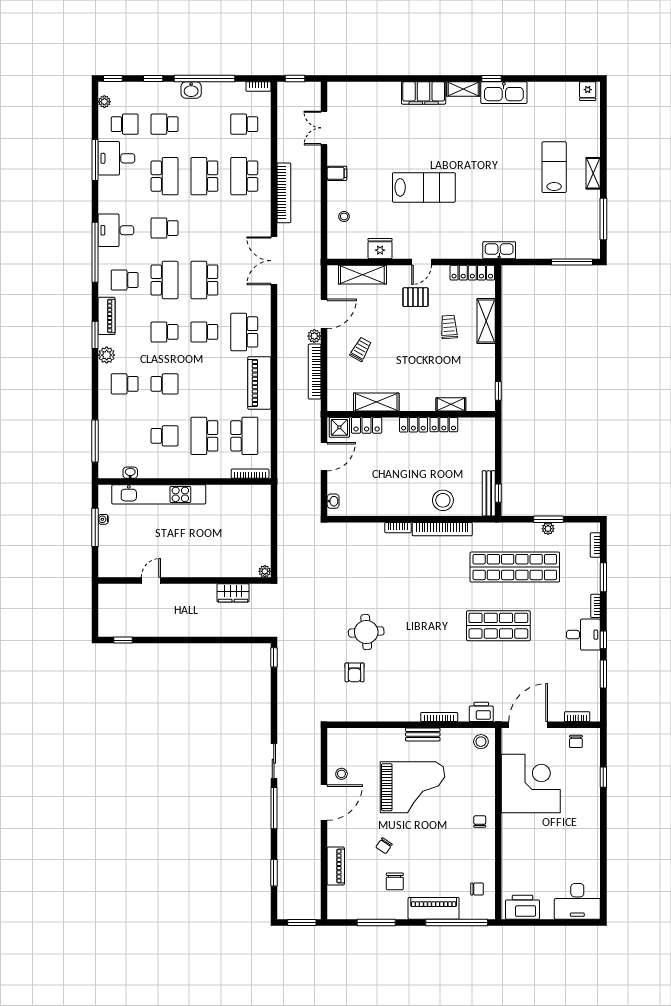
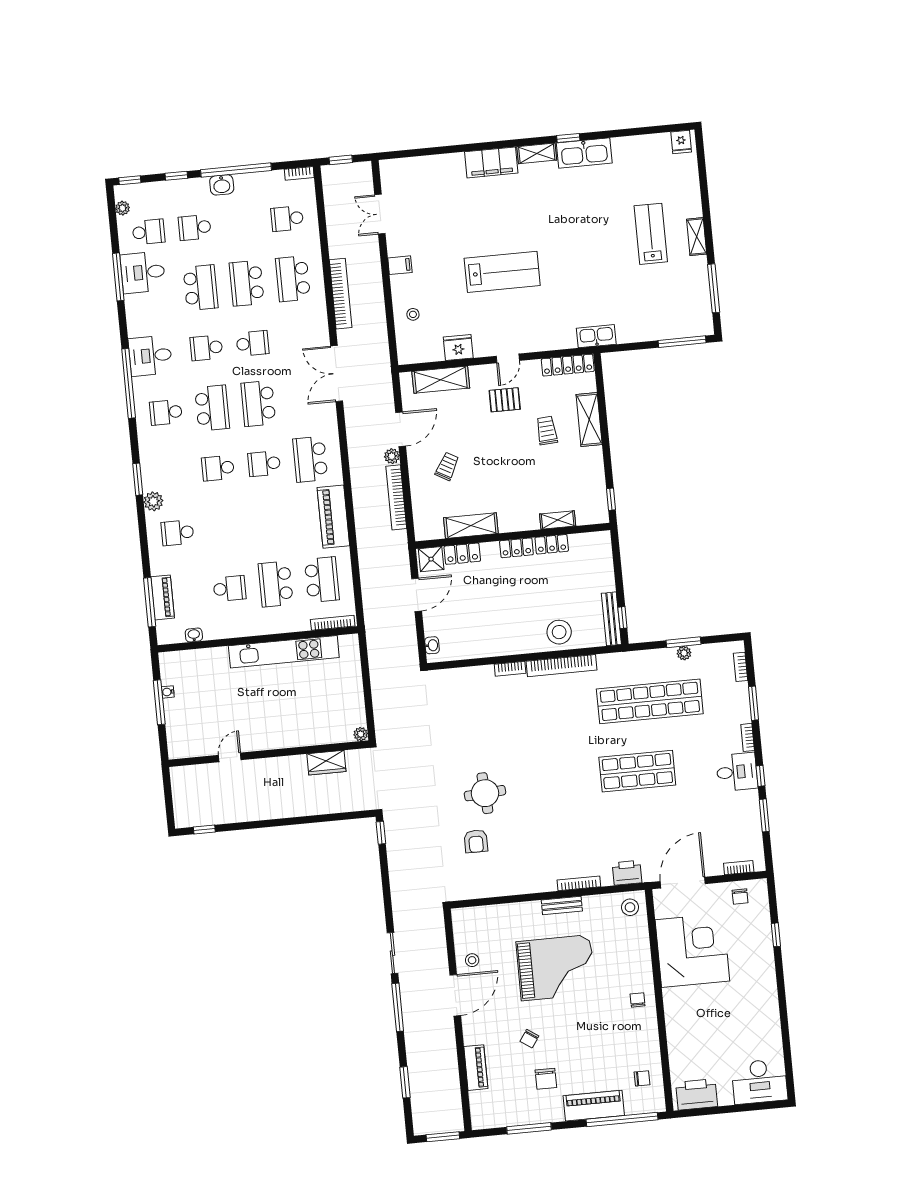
piano: (107, 316) -> (163, 597), moved
school desk: (165, 384) -> (253, 343), moved
kitchen unit: (159, 494) -> (284, 652), moved

